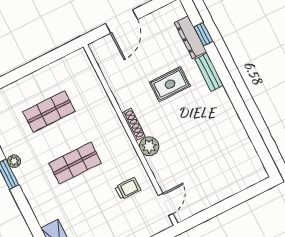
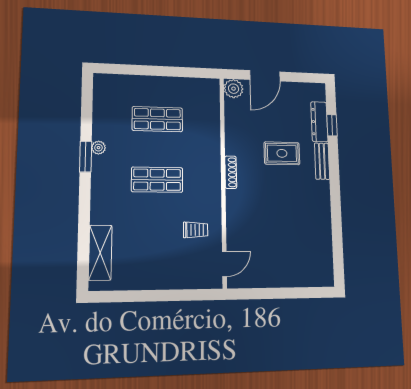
plant: (149, 146) -> (234, 89), moved

